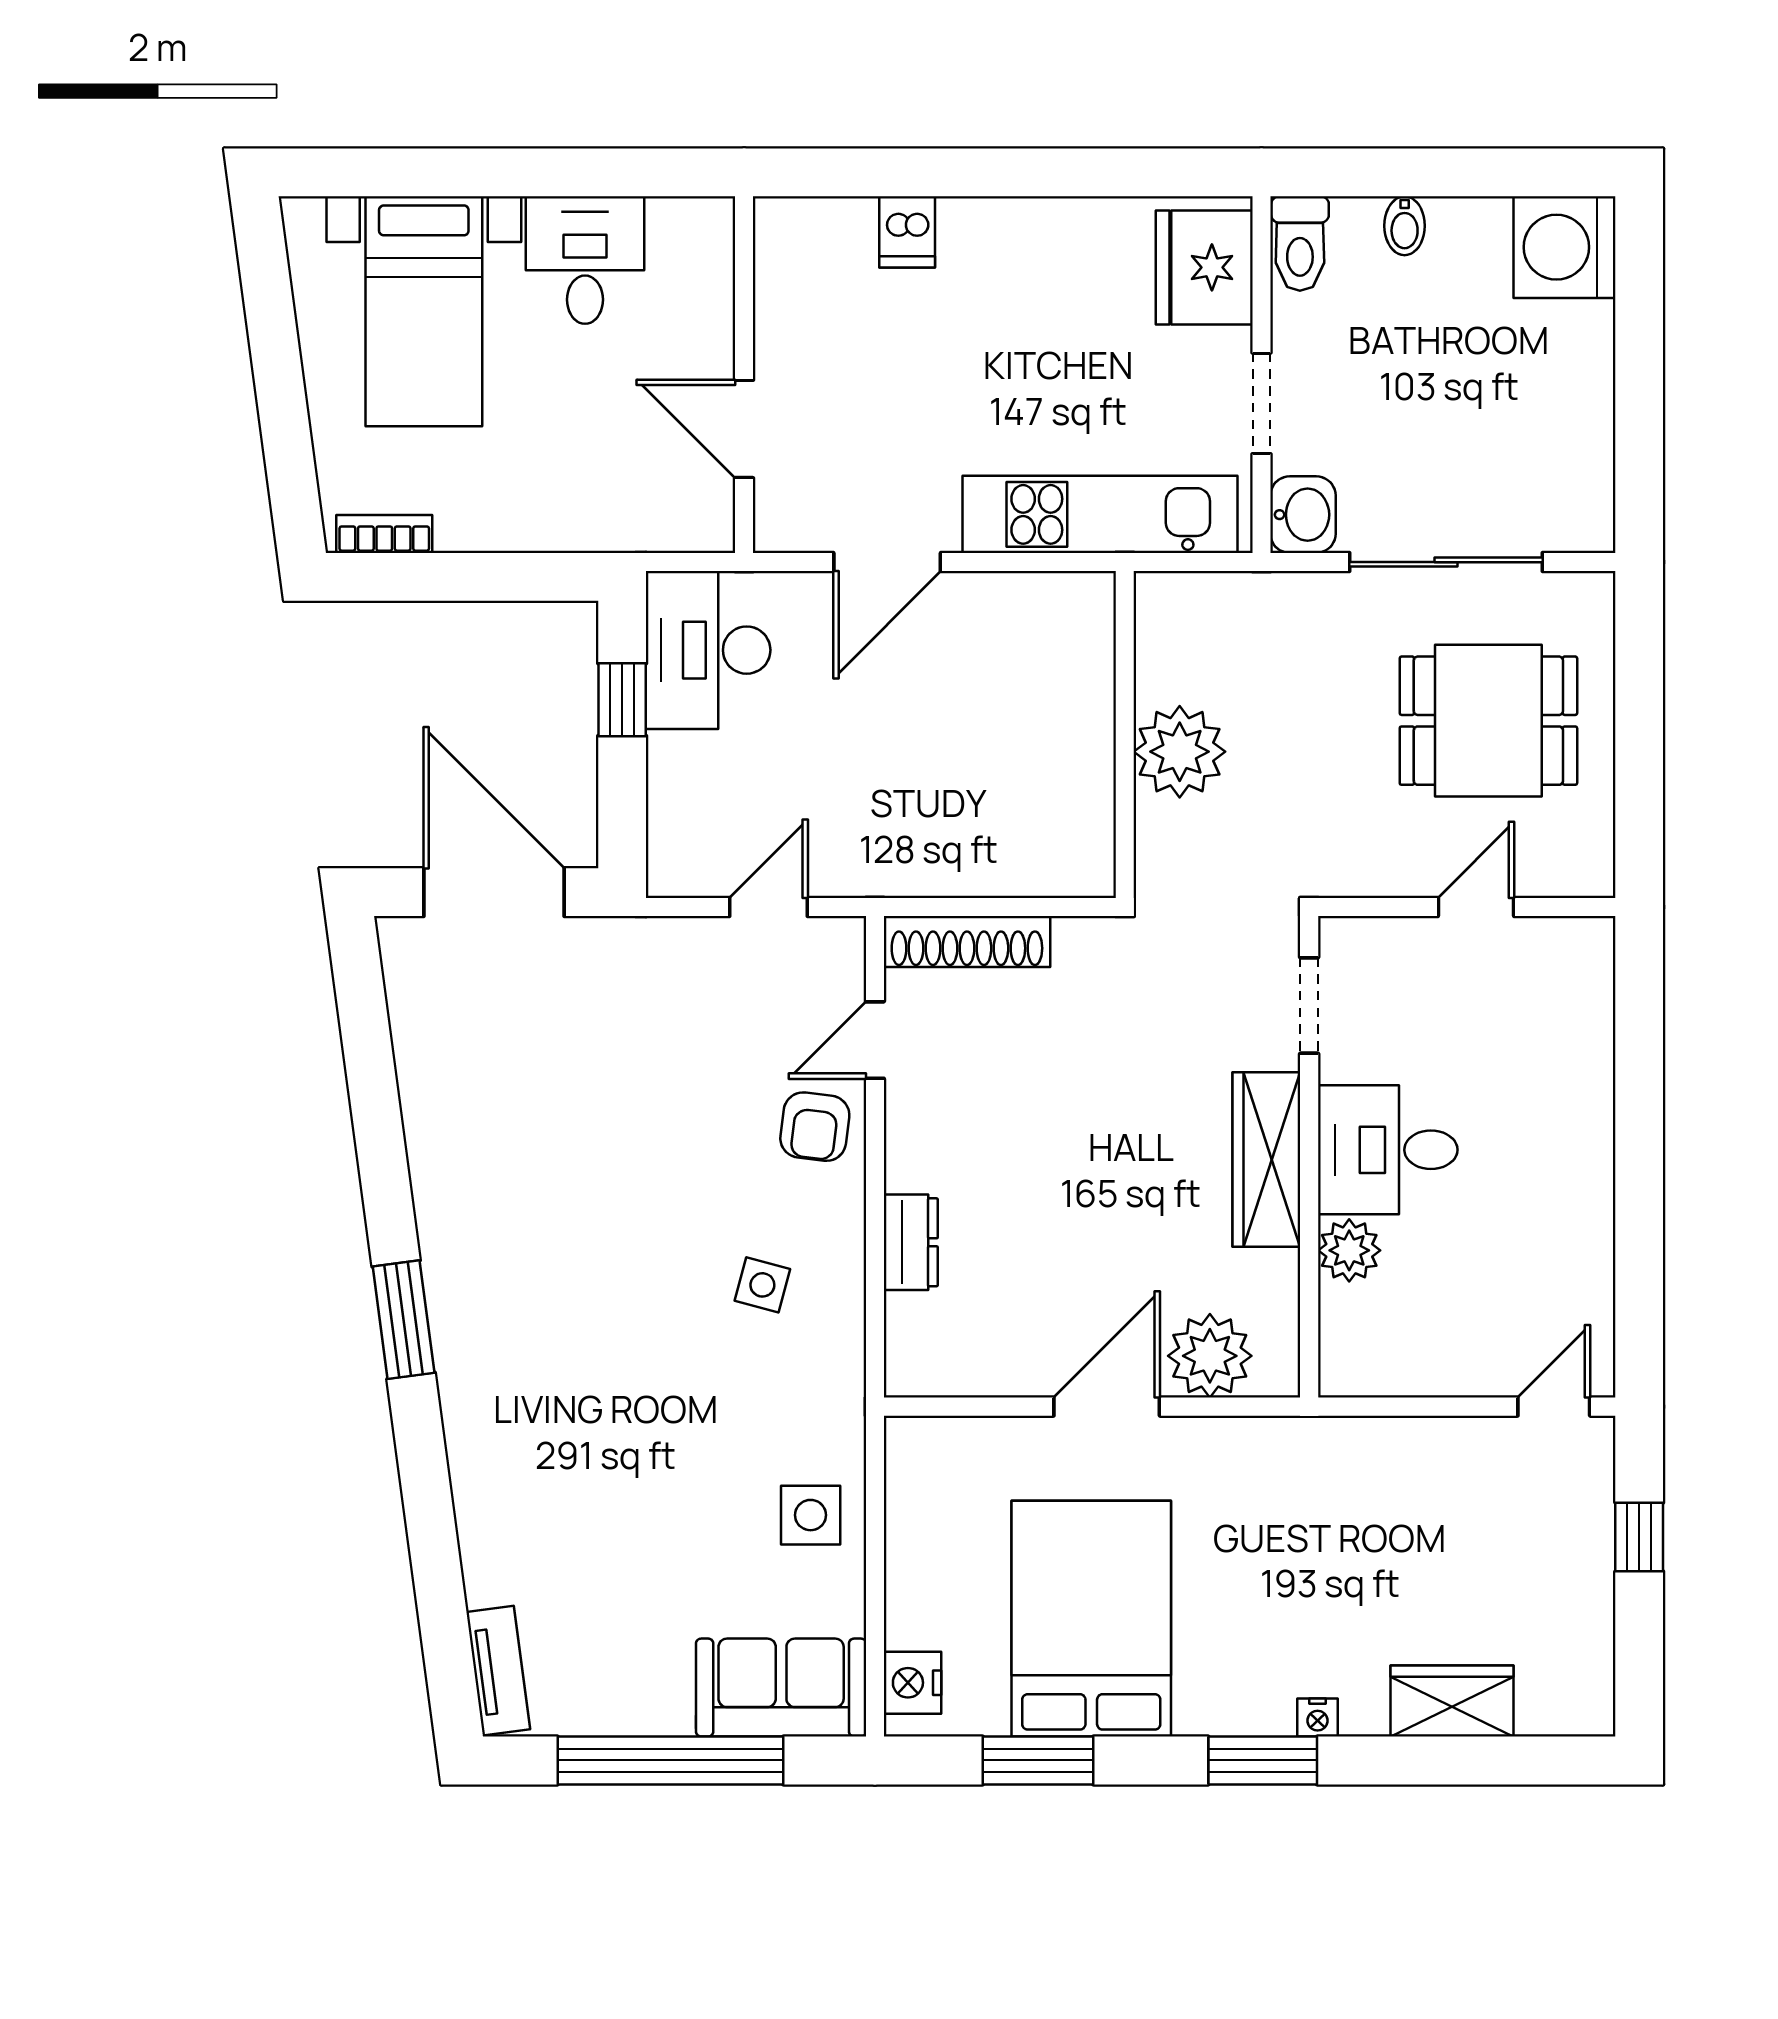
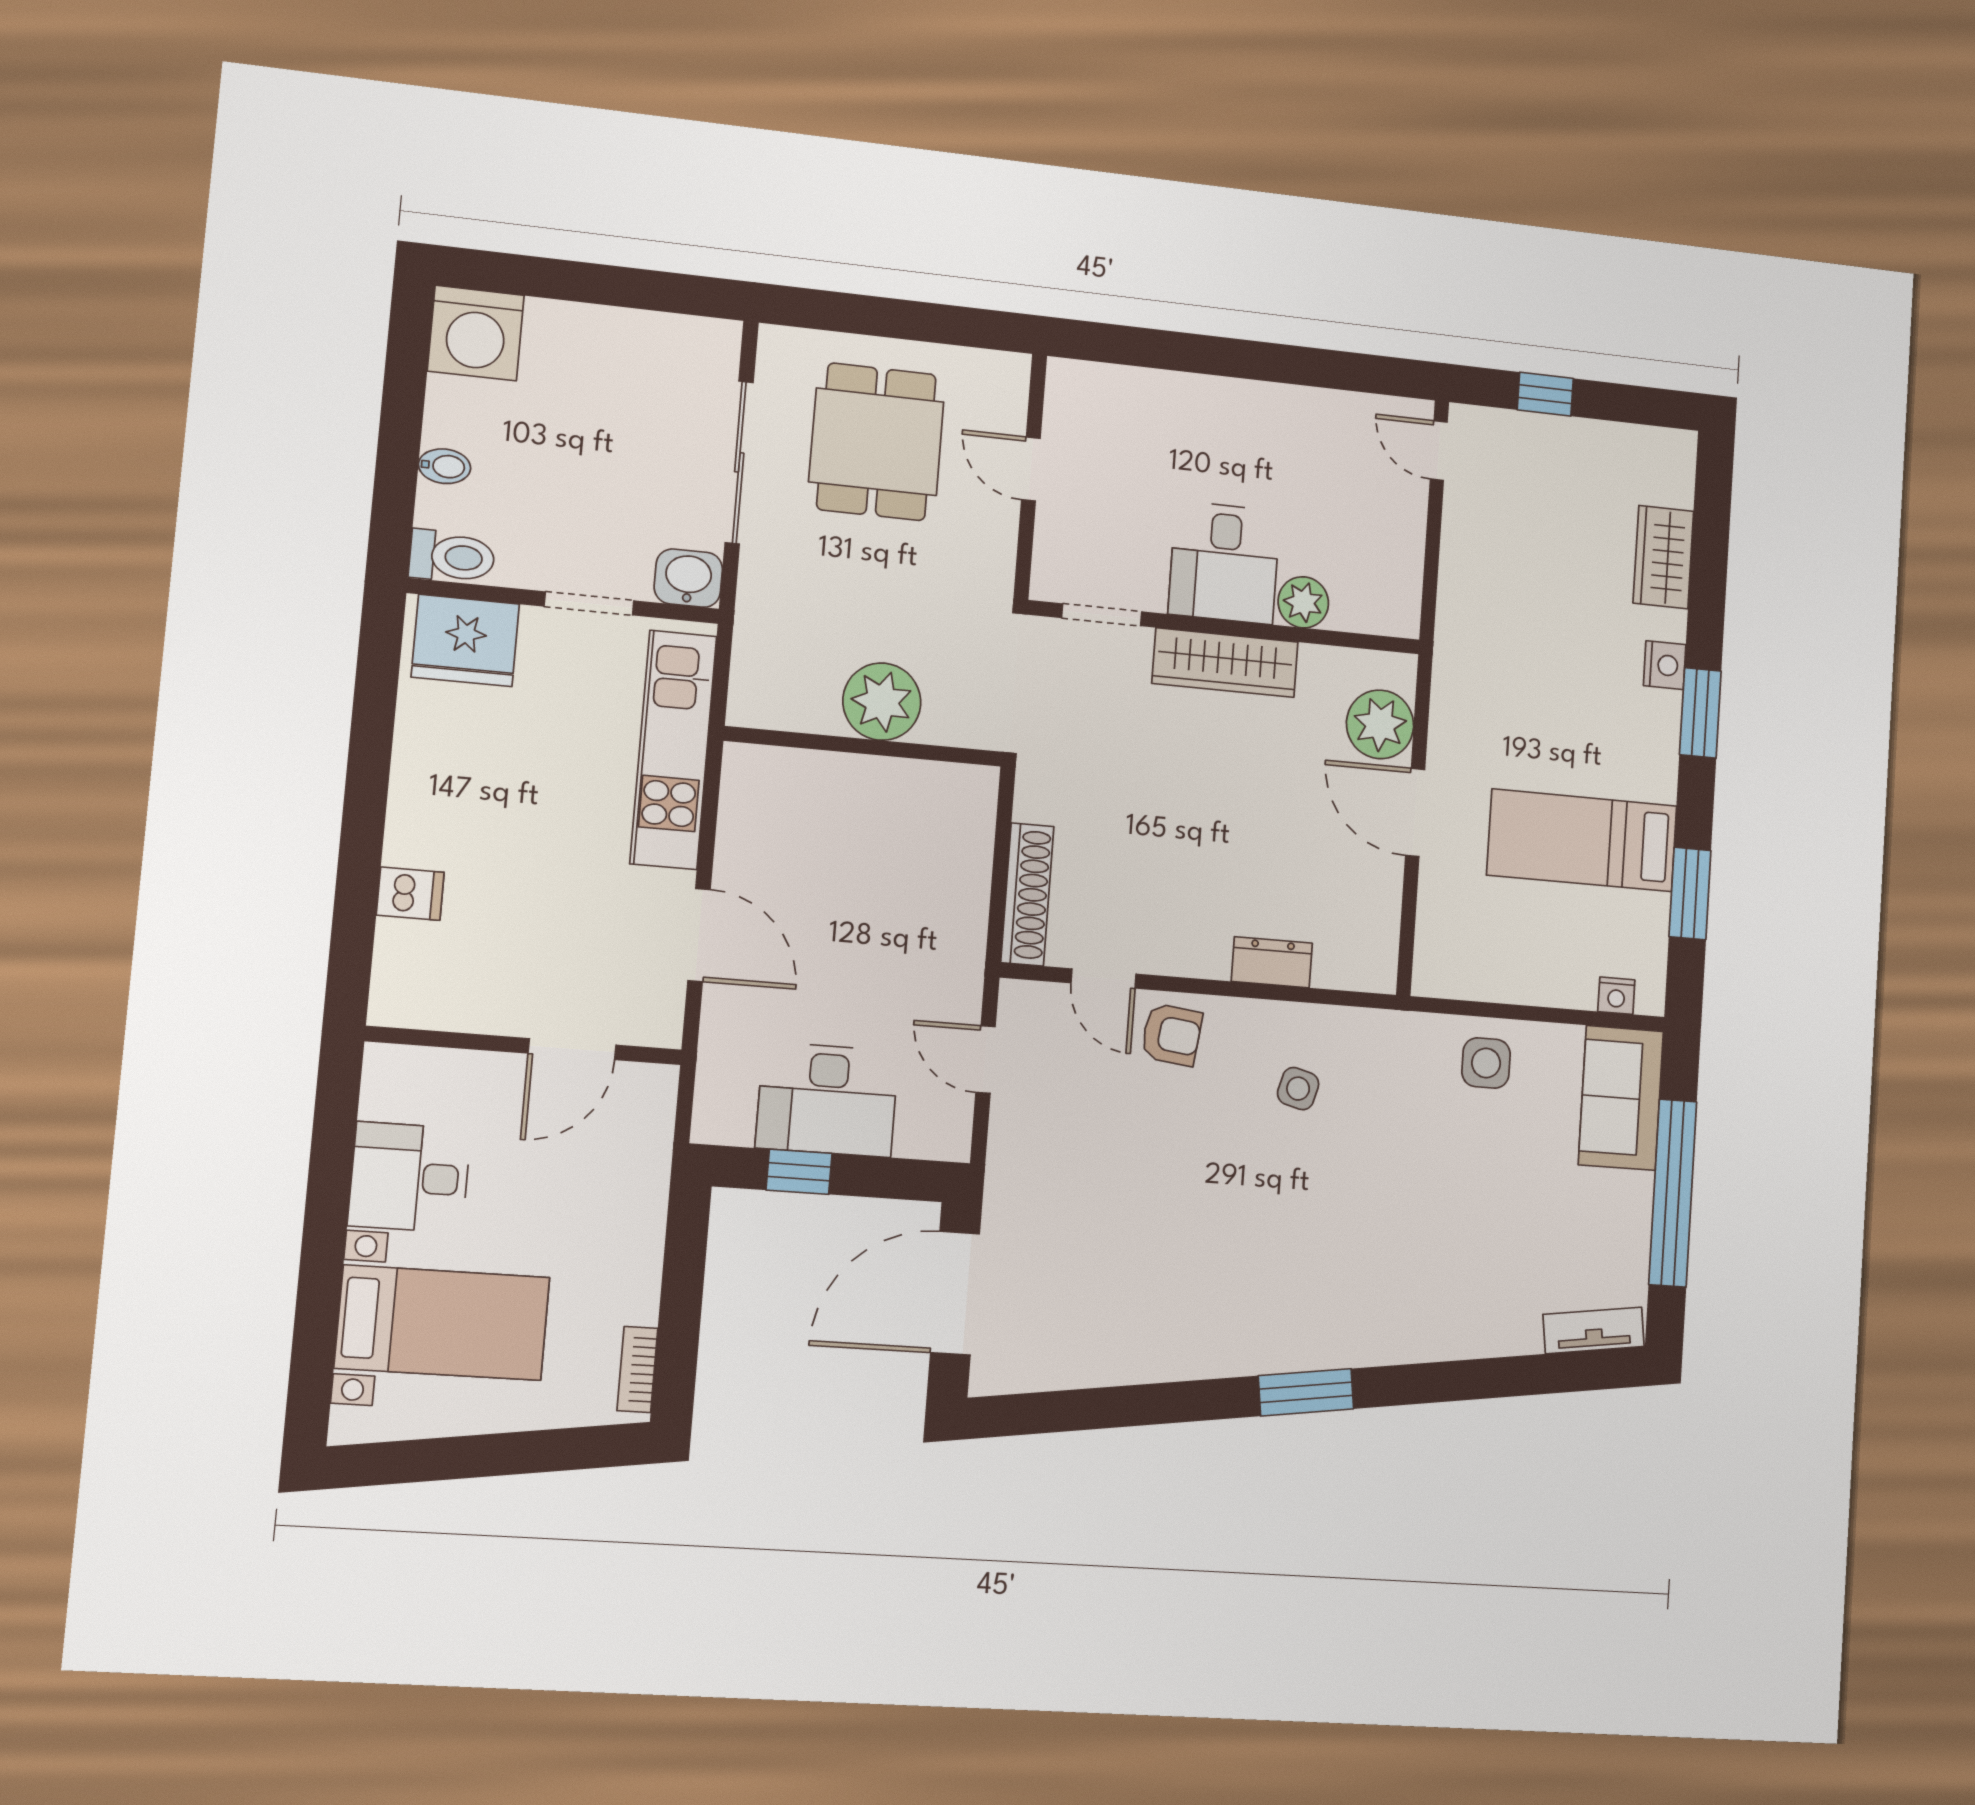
desk: (708, 650) -> (827, 1099), moved
bed: (1091, 1619) -> (1582, 840), width x0.67
nightstand: (912, 1683) -> (1616, 996), width x0.72, depth x0.74
nightstand: (1318, 1718) -> (1665, 665), width x1.39, depth x1.35

